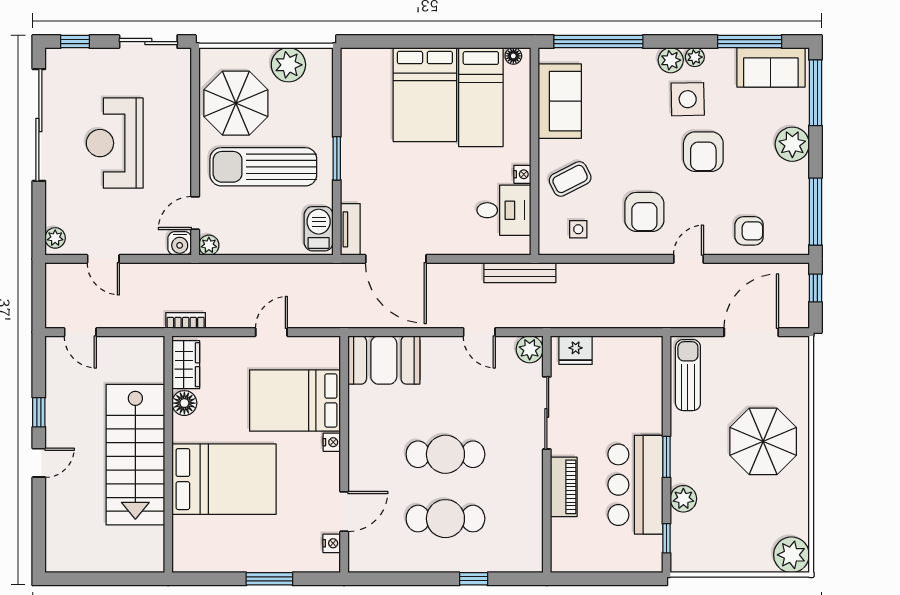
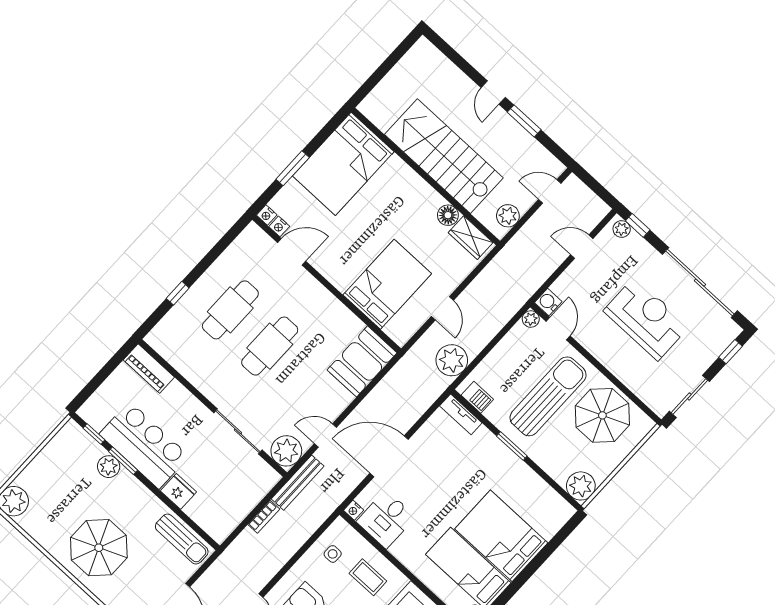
plant: (288, 65) -> (581, 486), moved
nightstand: (522, 174) -> (354, 510), moved
coffee table: (570, 179) -> (368, 577), turned -63
window: (39, 227) -> (638, 225), added
barbecue: (319, 229) -> (477, 397), width x0.73, depth x0.79
door: (396, 259) -> (389, 456), moved
bench: (520, 273) -> (298, 483), moved
plant: (310, 281) -> (452, 360), added
bookcase: (186, 321) -> (264, 517), moved
plant: (136, 349) -> (508, 216), added
plant: (530, 349) -> (286, 451), width x1.36, depth x1.36
fridge: (576, 350) -> (178, 491), moved, turned 90
window: (39, 412) -> (524, 121), width x1.50
nightstand: (332, 442) -> (267, 215), moved
window: (666, 457) -> (123, 461), moved
bed: (224, 479) -> (343, 164), moved
piano: (564, 487) -> (149, 369), moved
door: (344, 512) -> (292, 252), swing flipped

